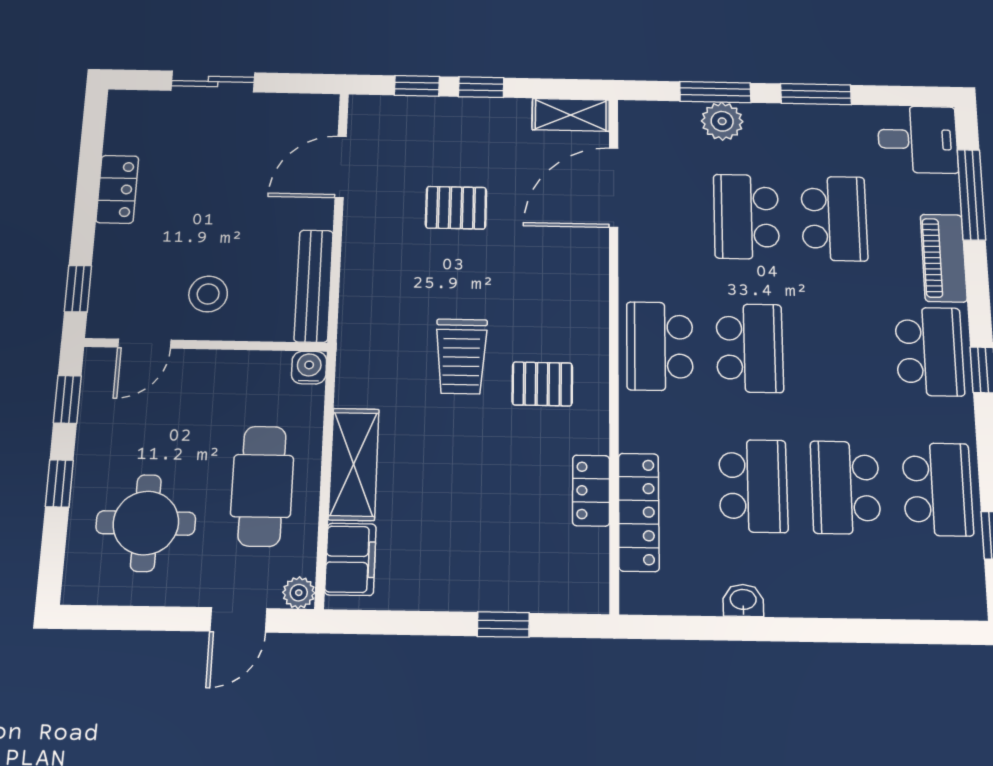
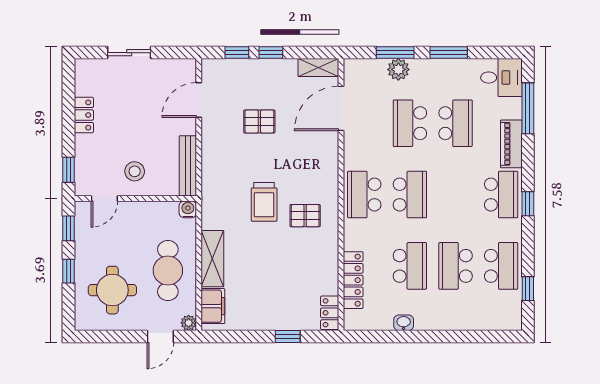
locker: (591, 490) -> (330, 313), moved

